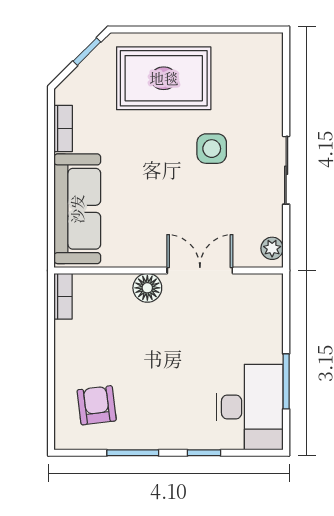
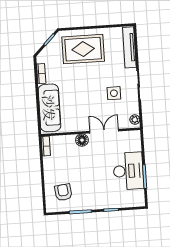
tv unit: (270, 81) -> (129, 47), added
side table: (212, 149) -> (114, 93), moved
desk: (250, 407) -> (128, 171), moved

